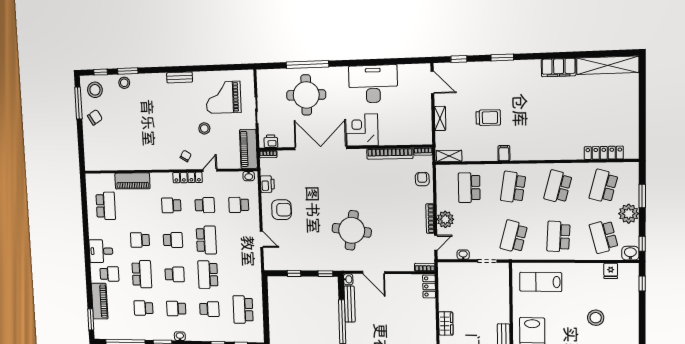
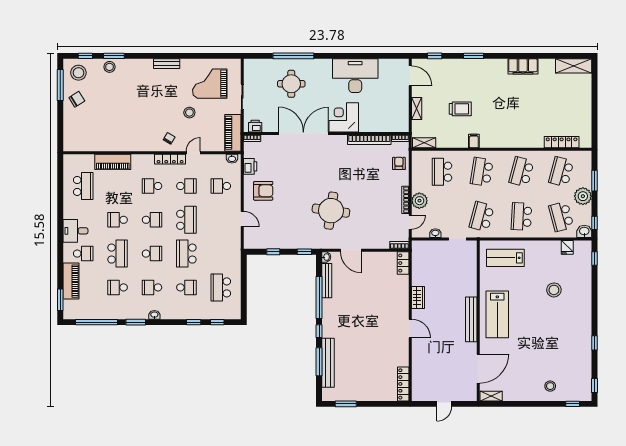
shelving: (608, 65) -> (574, 66), width x0.68
round table: (306, 95) -> (291, 84), width x0.73, depth x0.73

